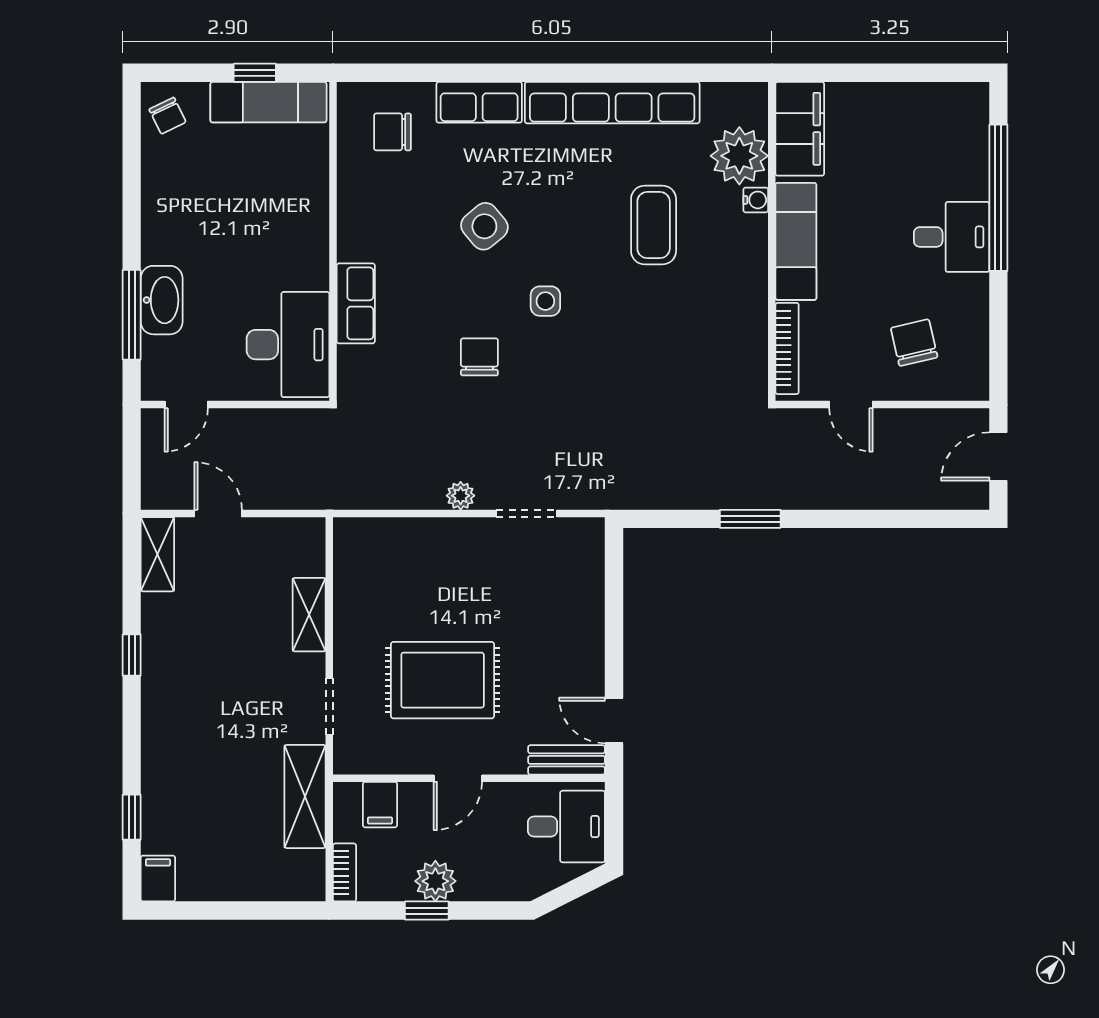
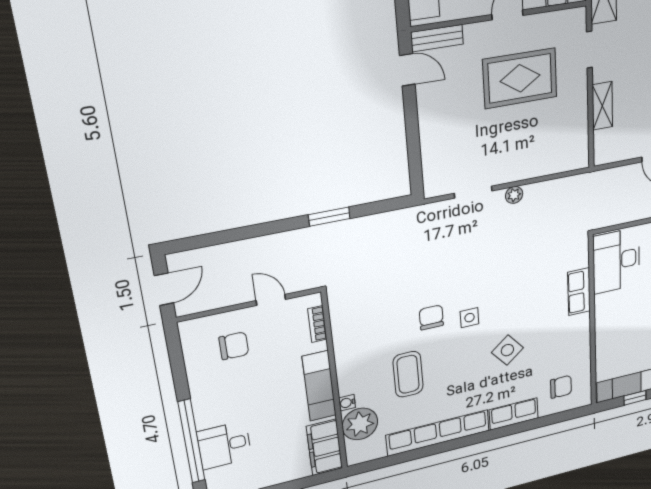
desk: (952, 237) -> (224, 445), moved
chair: (914, 343) -> (234, 346), turned -77
bookcase: (787, 348) -> (317, 324), width x0.64
chair: (479, 357) -> (431, 317), moved, turned 180

